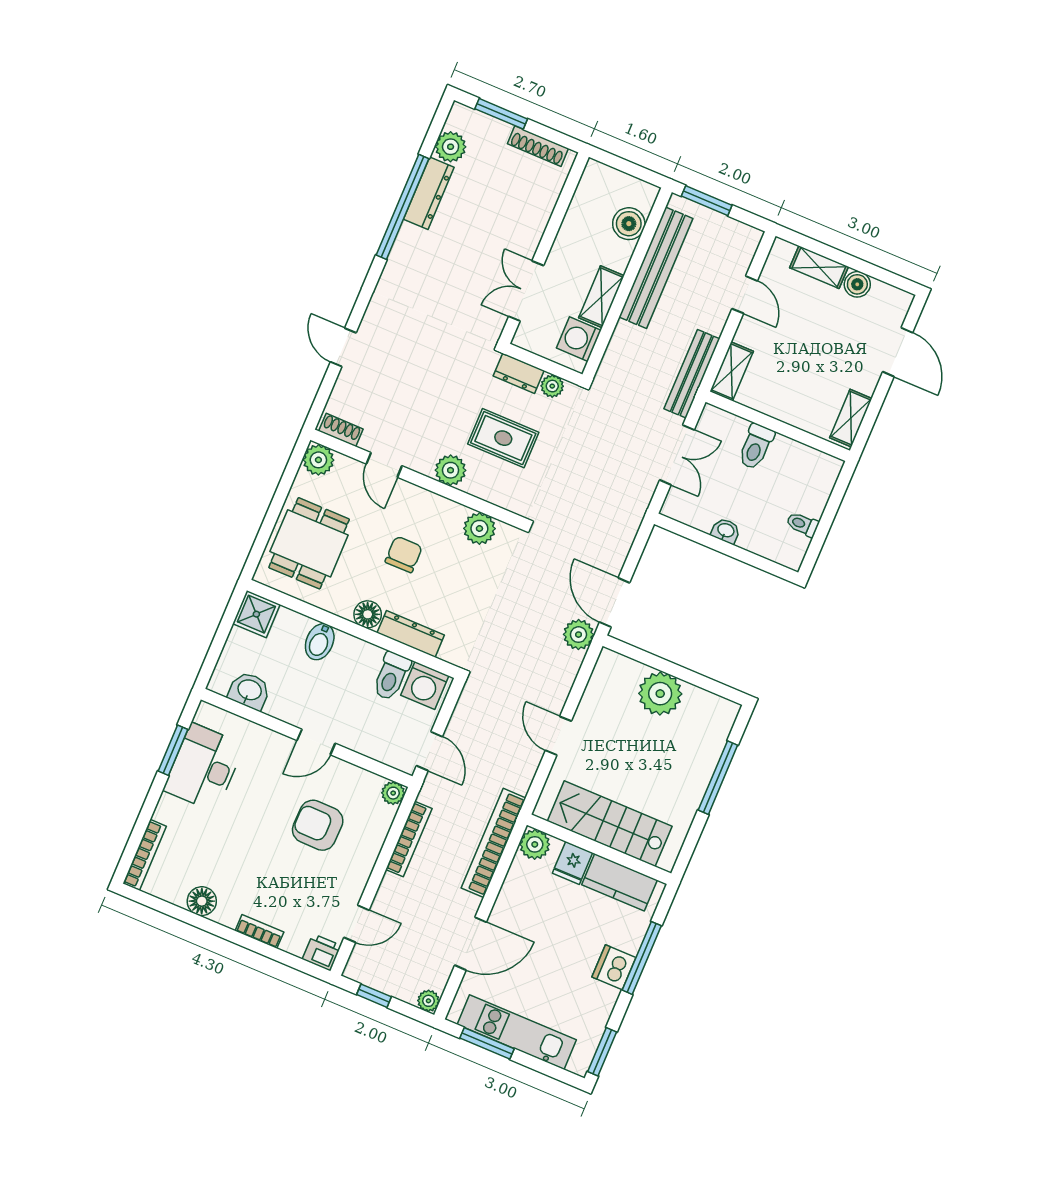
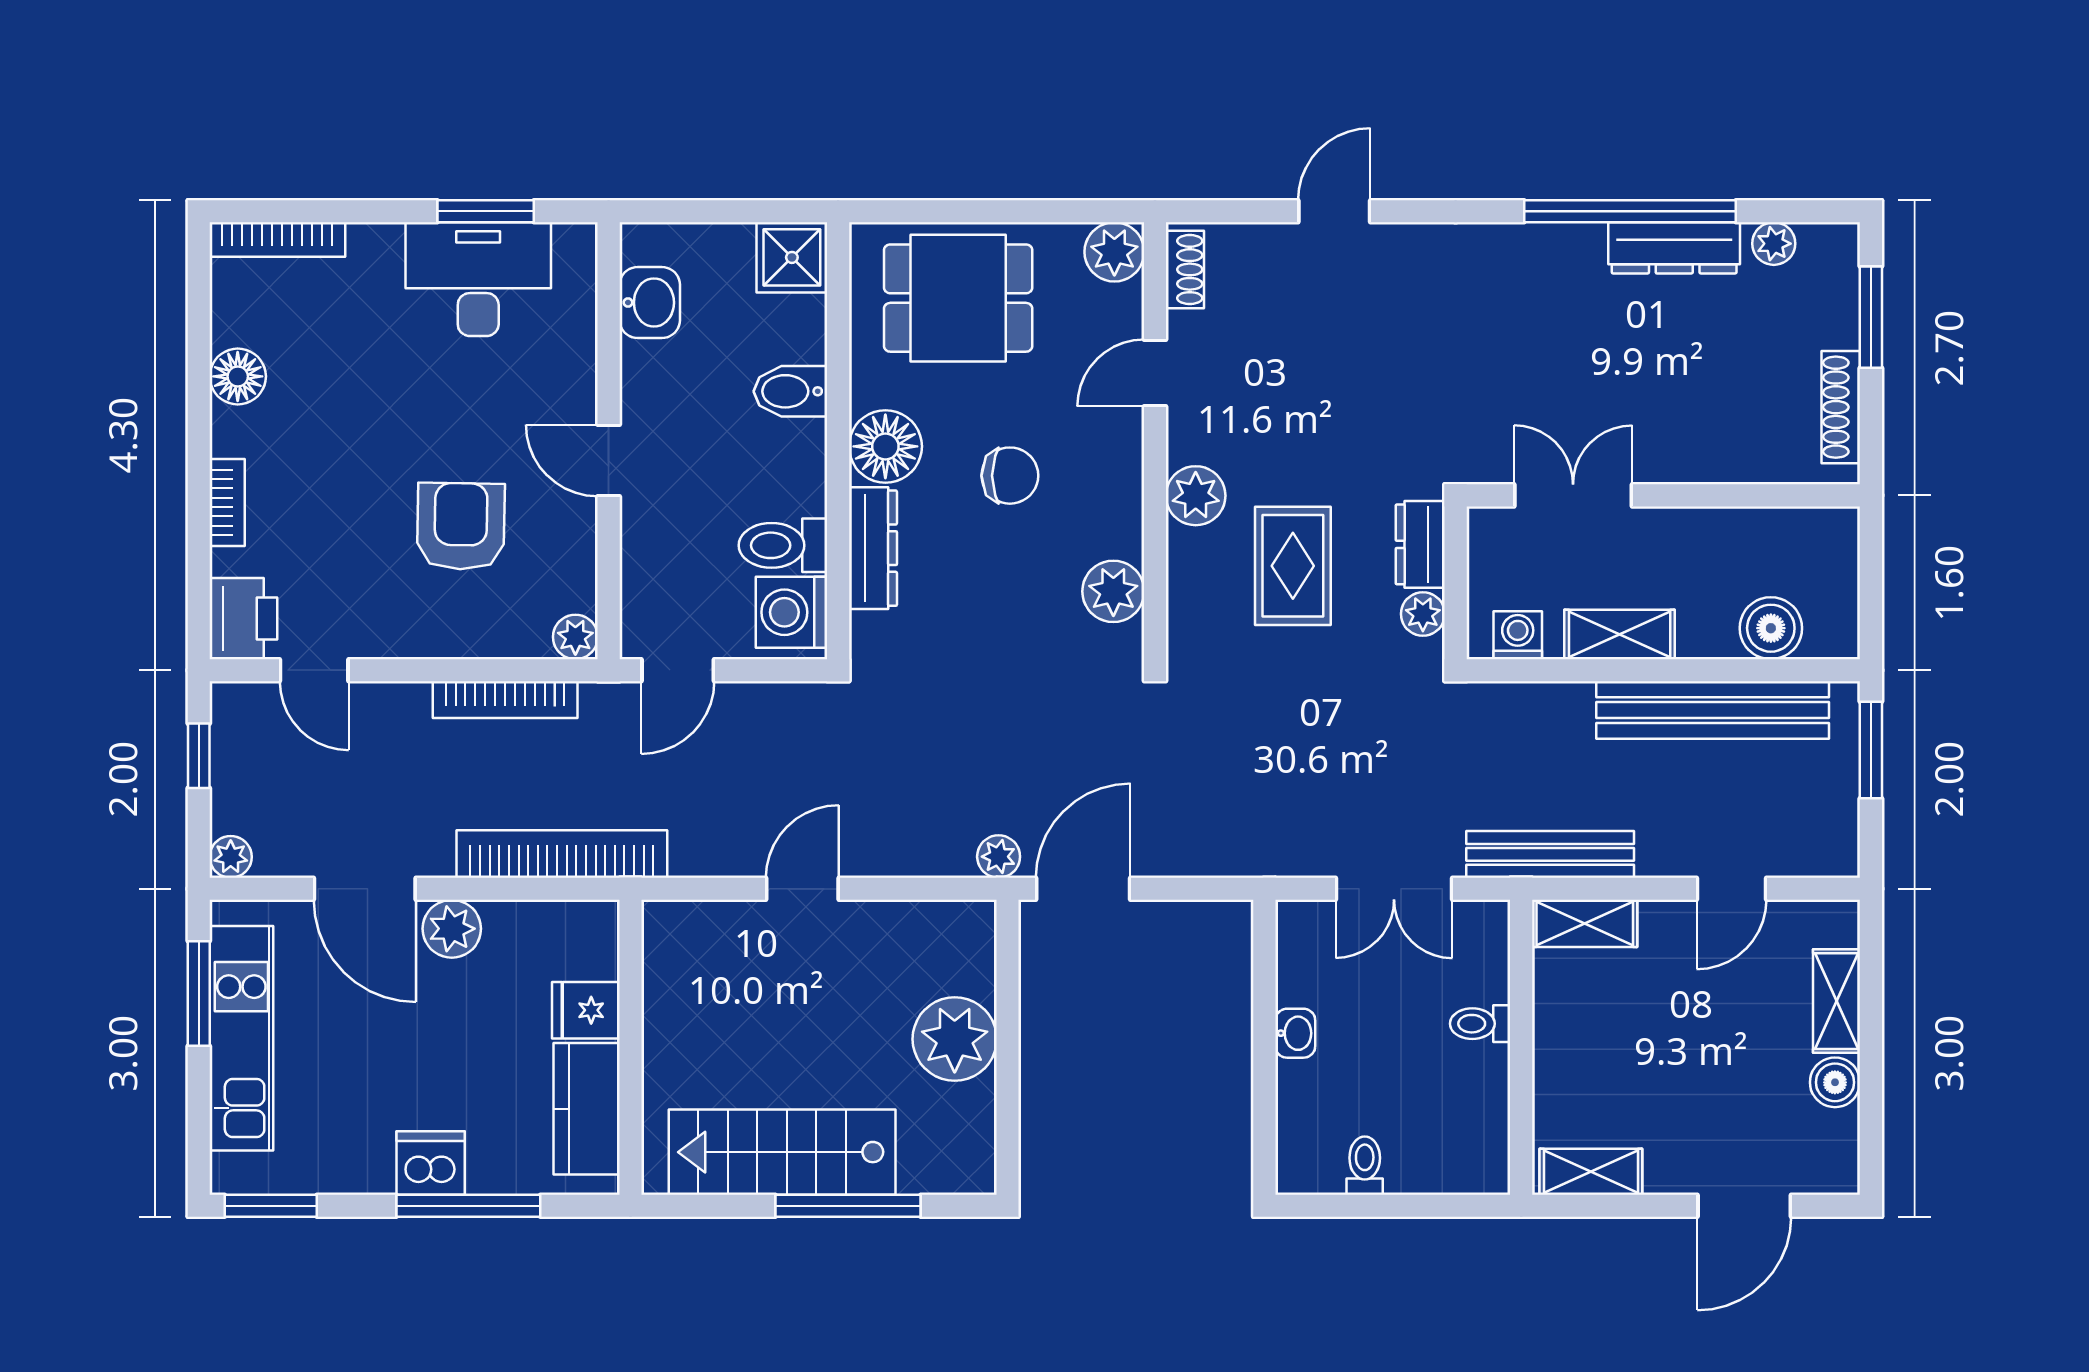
plant: (451, 147) -> (1774, 244), width x0.73, depth x0.73
washing machine: (579, 339) -> (1518, 635), width x0.73, depth x0.73
toilet: (756, 447) -> (1480, 1024), width x0.73, depth x0.72
floor lamp: (368, 614) -> (885, 446), width x1.38, depth x1.38
plant: (579, 635) -> (999, 857), width x0.73, depth x0.73
stairs: (610, 824) -> (782, 1152), moved, turned -90
plant: (535, 844) -> (452, 929), moved
printer: (322, 952) -> (243, 619), width x1.36, depth x1.24

